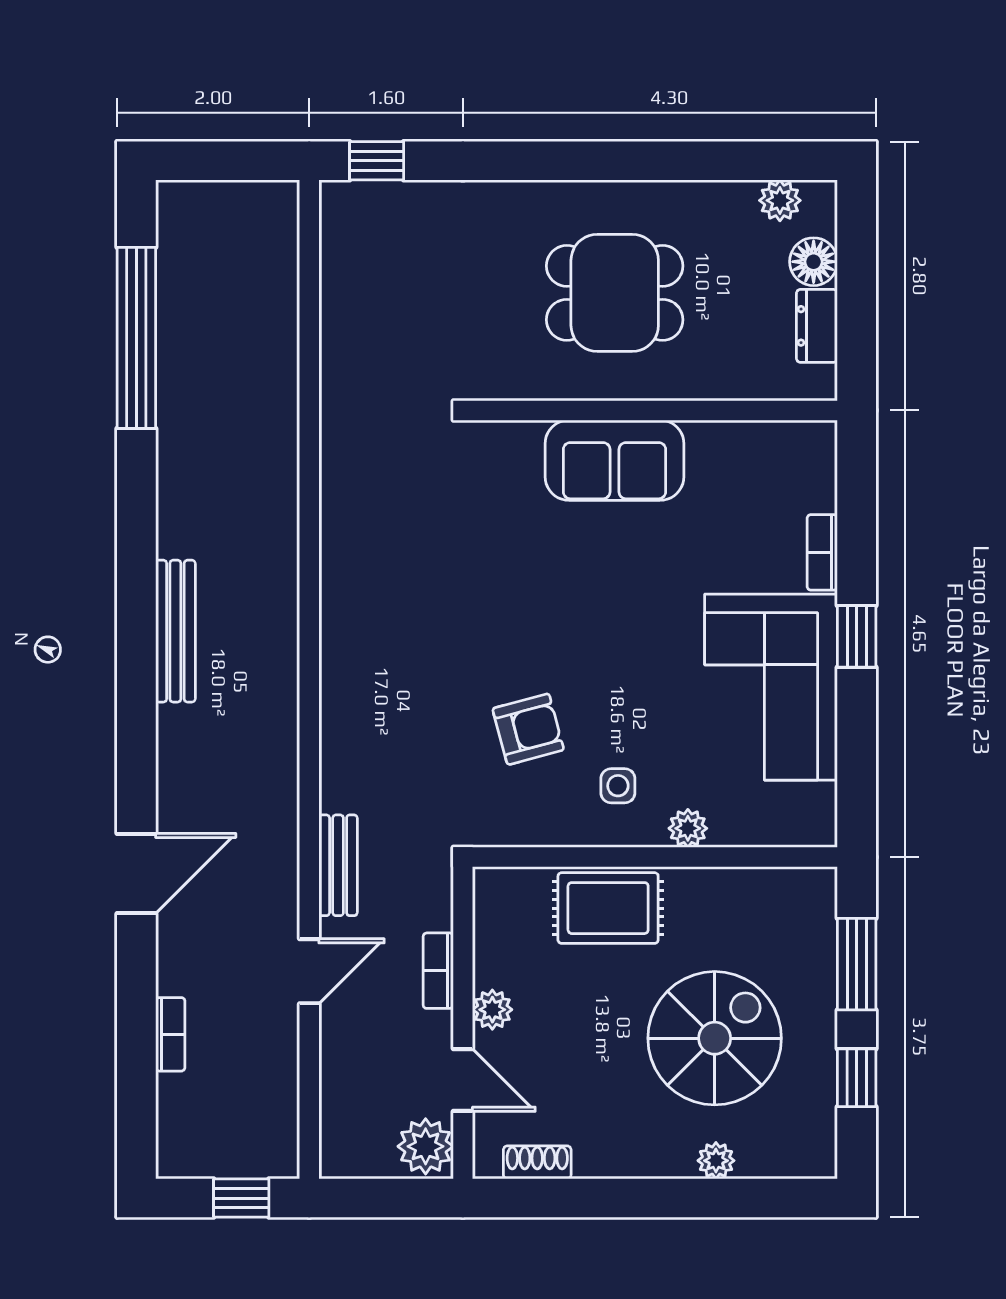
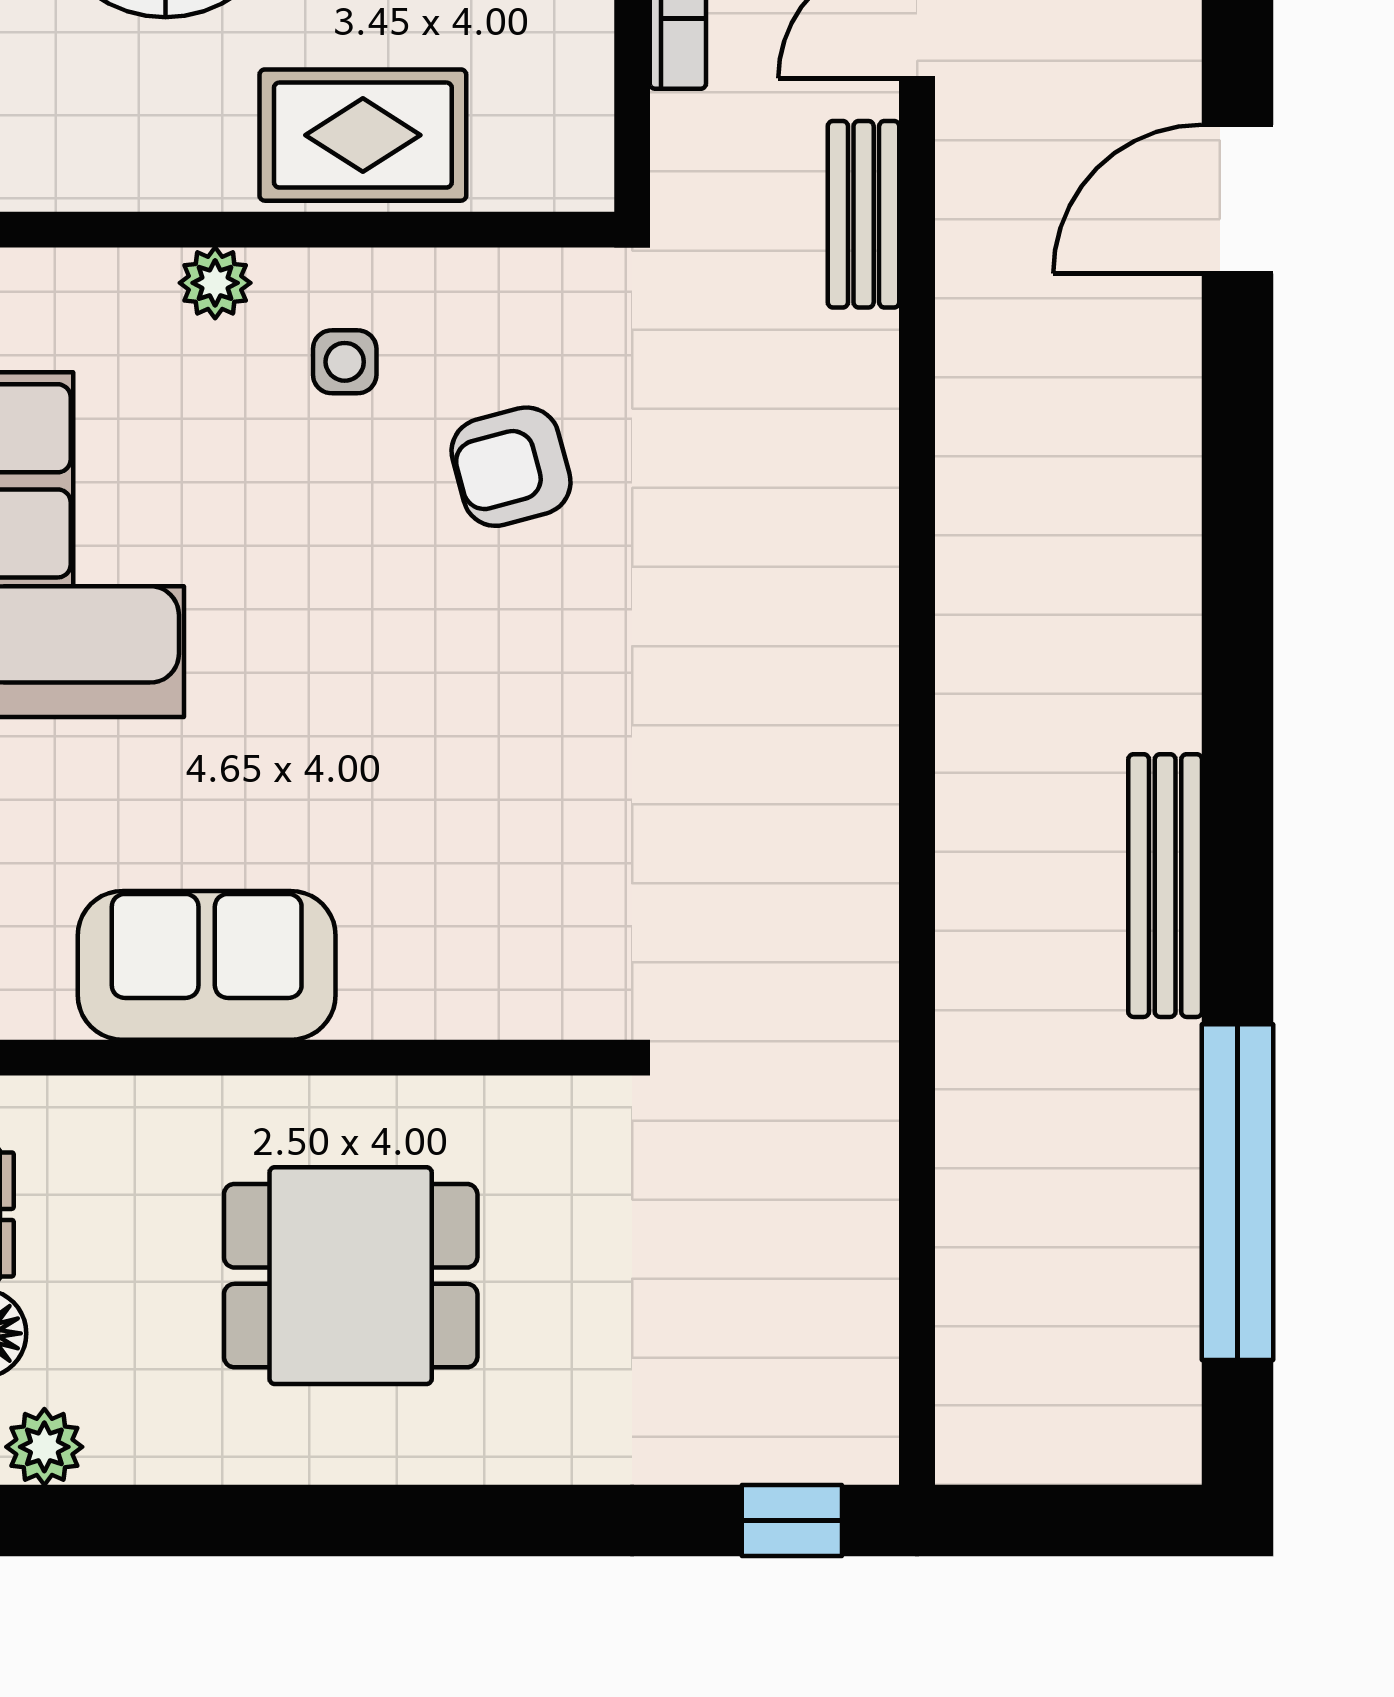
sofa: (614, 460) -> (207, 965), moved
bench: (175, 631) -> (1165, 886), moved

